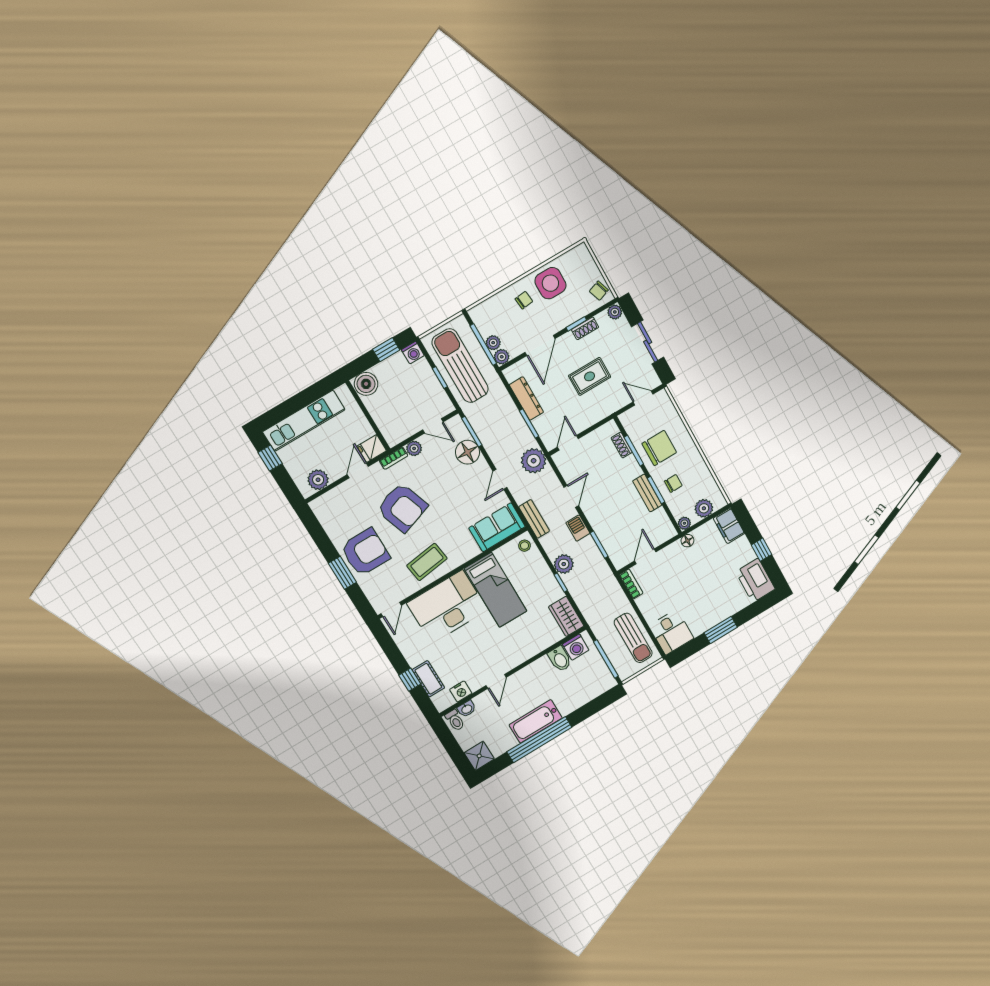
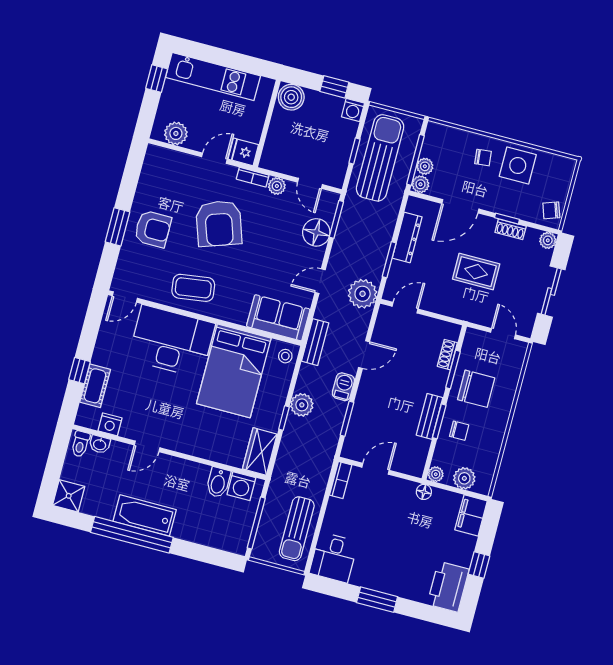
armchair: (365, 552) -> (153, 229), width x0.73, depth x0.73
bed: (496, 590) -> (234, 371), width x1.50

